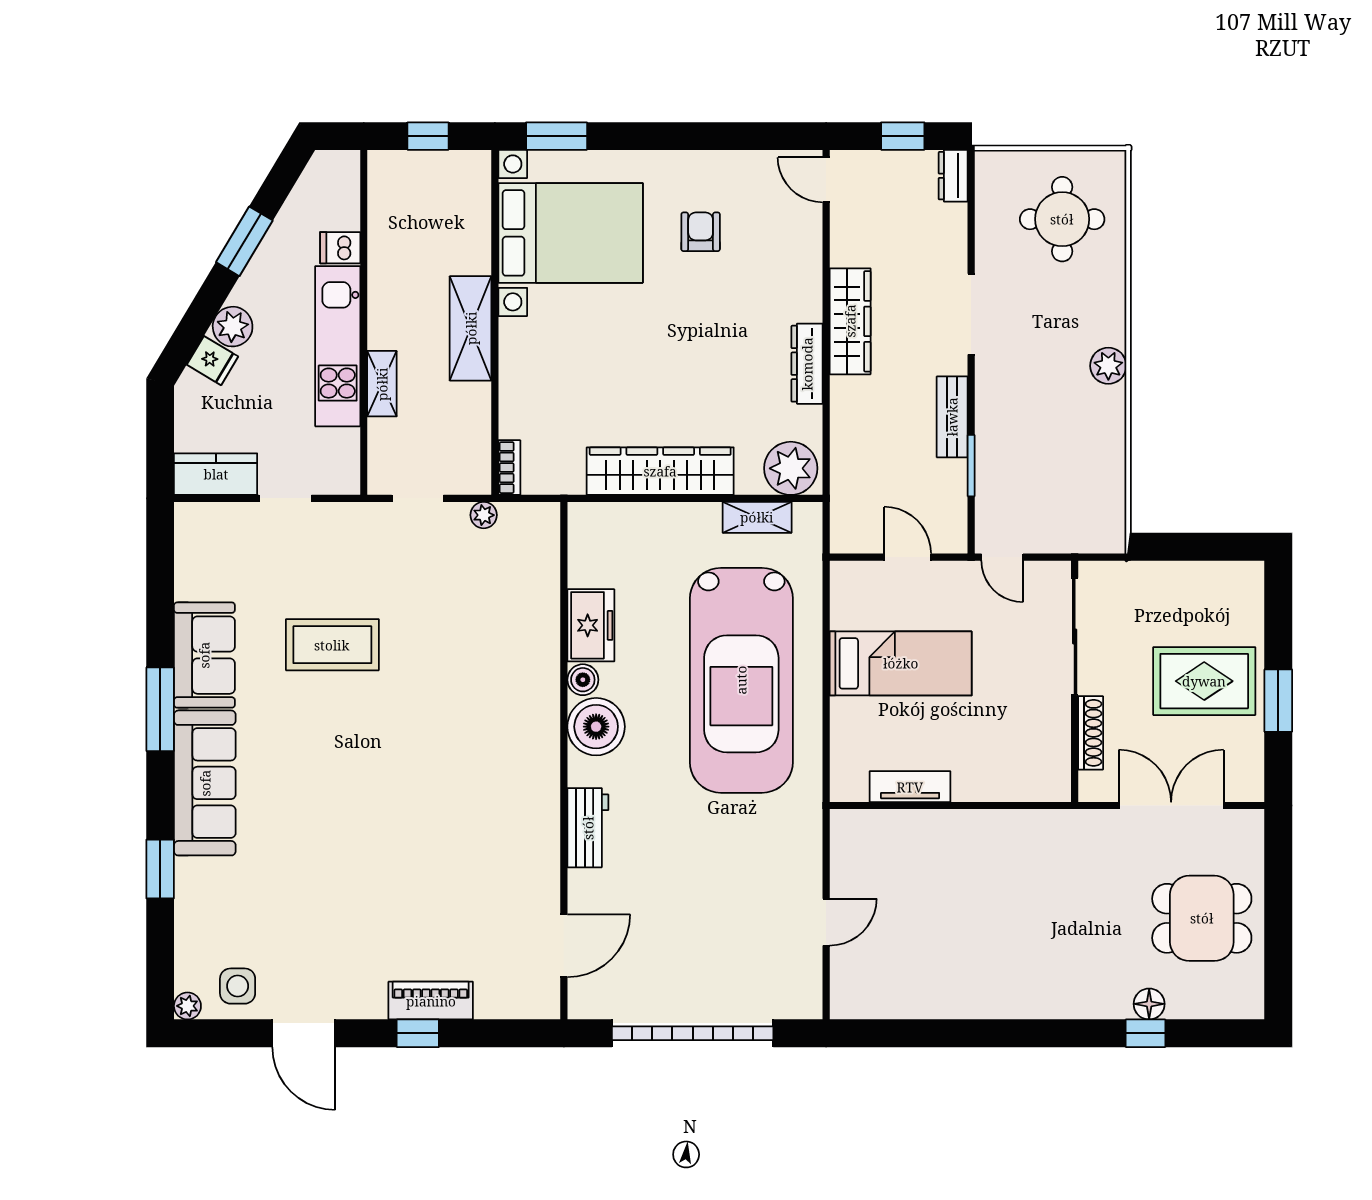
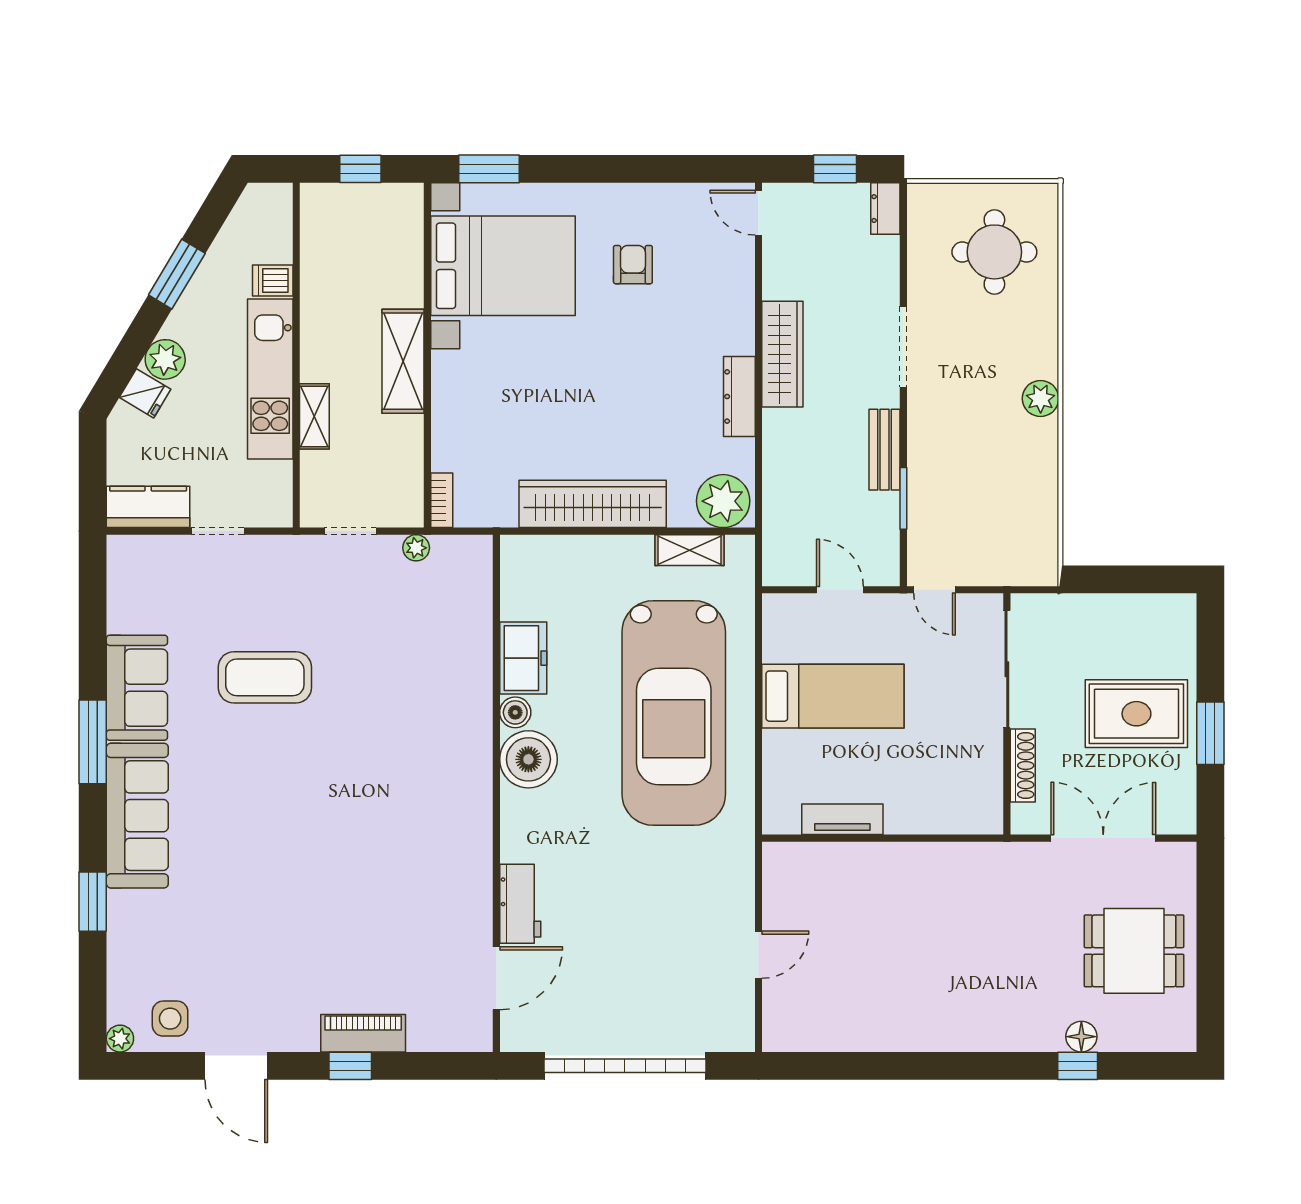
workbench: (588, 828) -> (520, 904), moved

